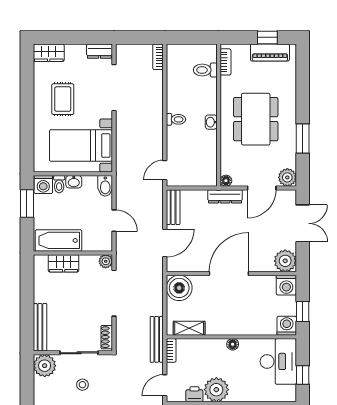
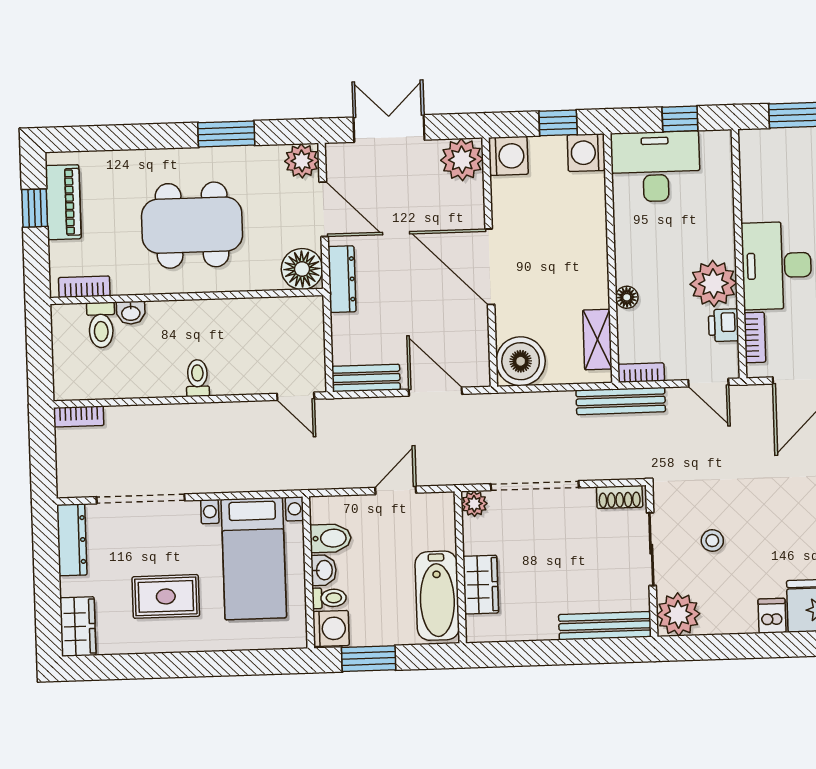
dresser: (100, 51) -> (72, 540), width x1.44
washbasin: (211, 122) -> (131, 313), moved
floor lamp: (226, 181) -> (302, 269), width x1.89, depth x1.89
bidet: (105, 186) -> (331, 538), moved
floor lamp: (233, 344) -> (627, 297), moved

